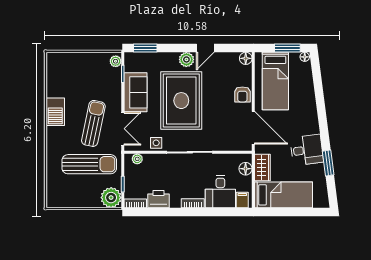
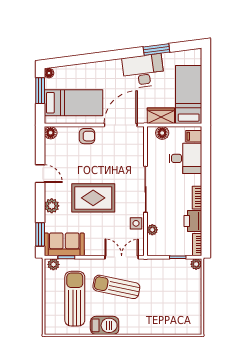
plant: (186, 59) -> (52, 206), moved
sofa: (135, 92) -> (64, 244), moved
rug: (181, 101) -> (93, 198), width x0.73, depth x0.69
desk: (307, 150) -> (143, 71), width x1.37
plant: (137, 159) -> (152, 230), moved
sun lounger: (89, 164) -> (75, 299), moved
plant: (111, 198) -> (196, 264), width x0.53, depth x0.53
bookcase: (193, 203) -> (197, 198), moved

